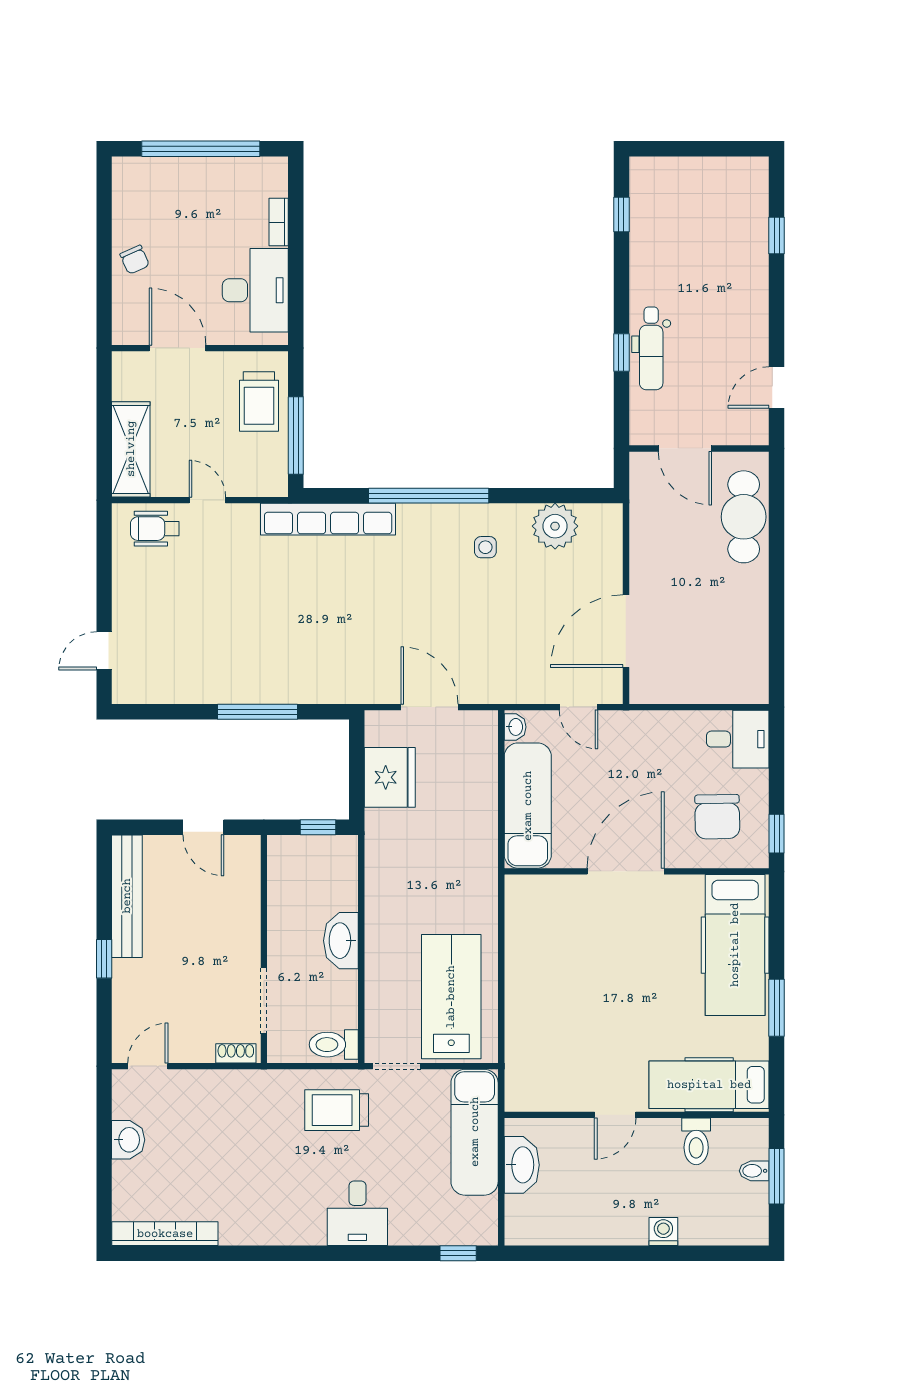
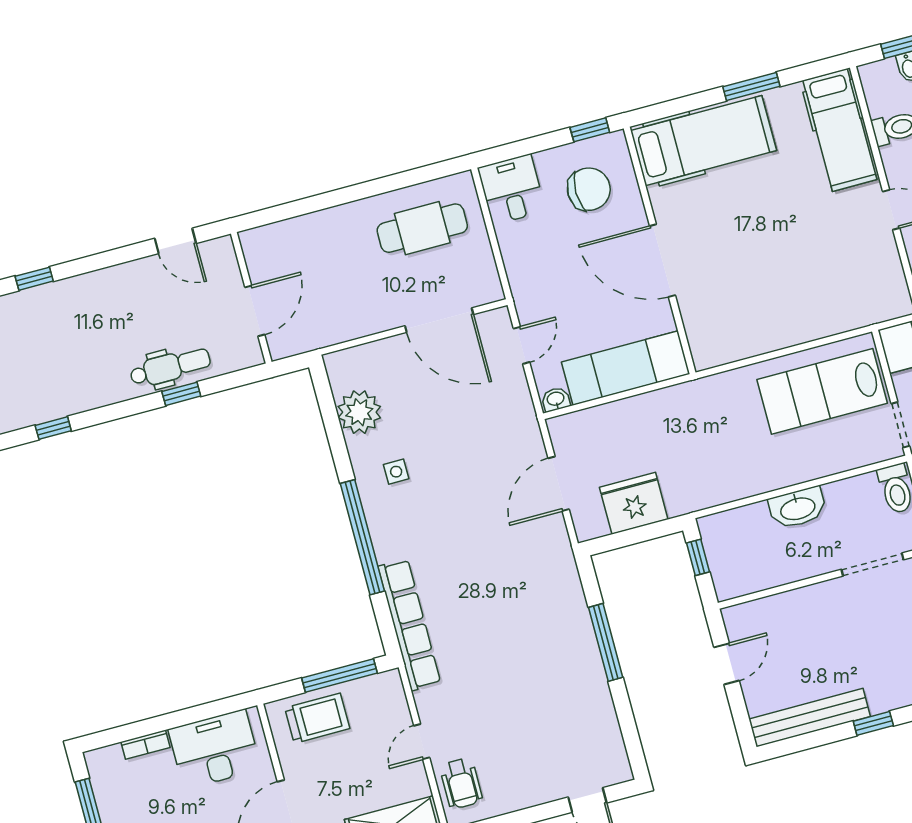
cafe table: (744, 517) -> (422, 228), moved

